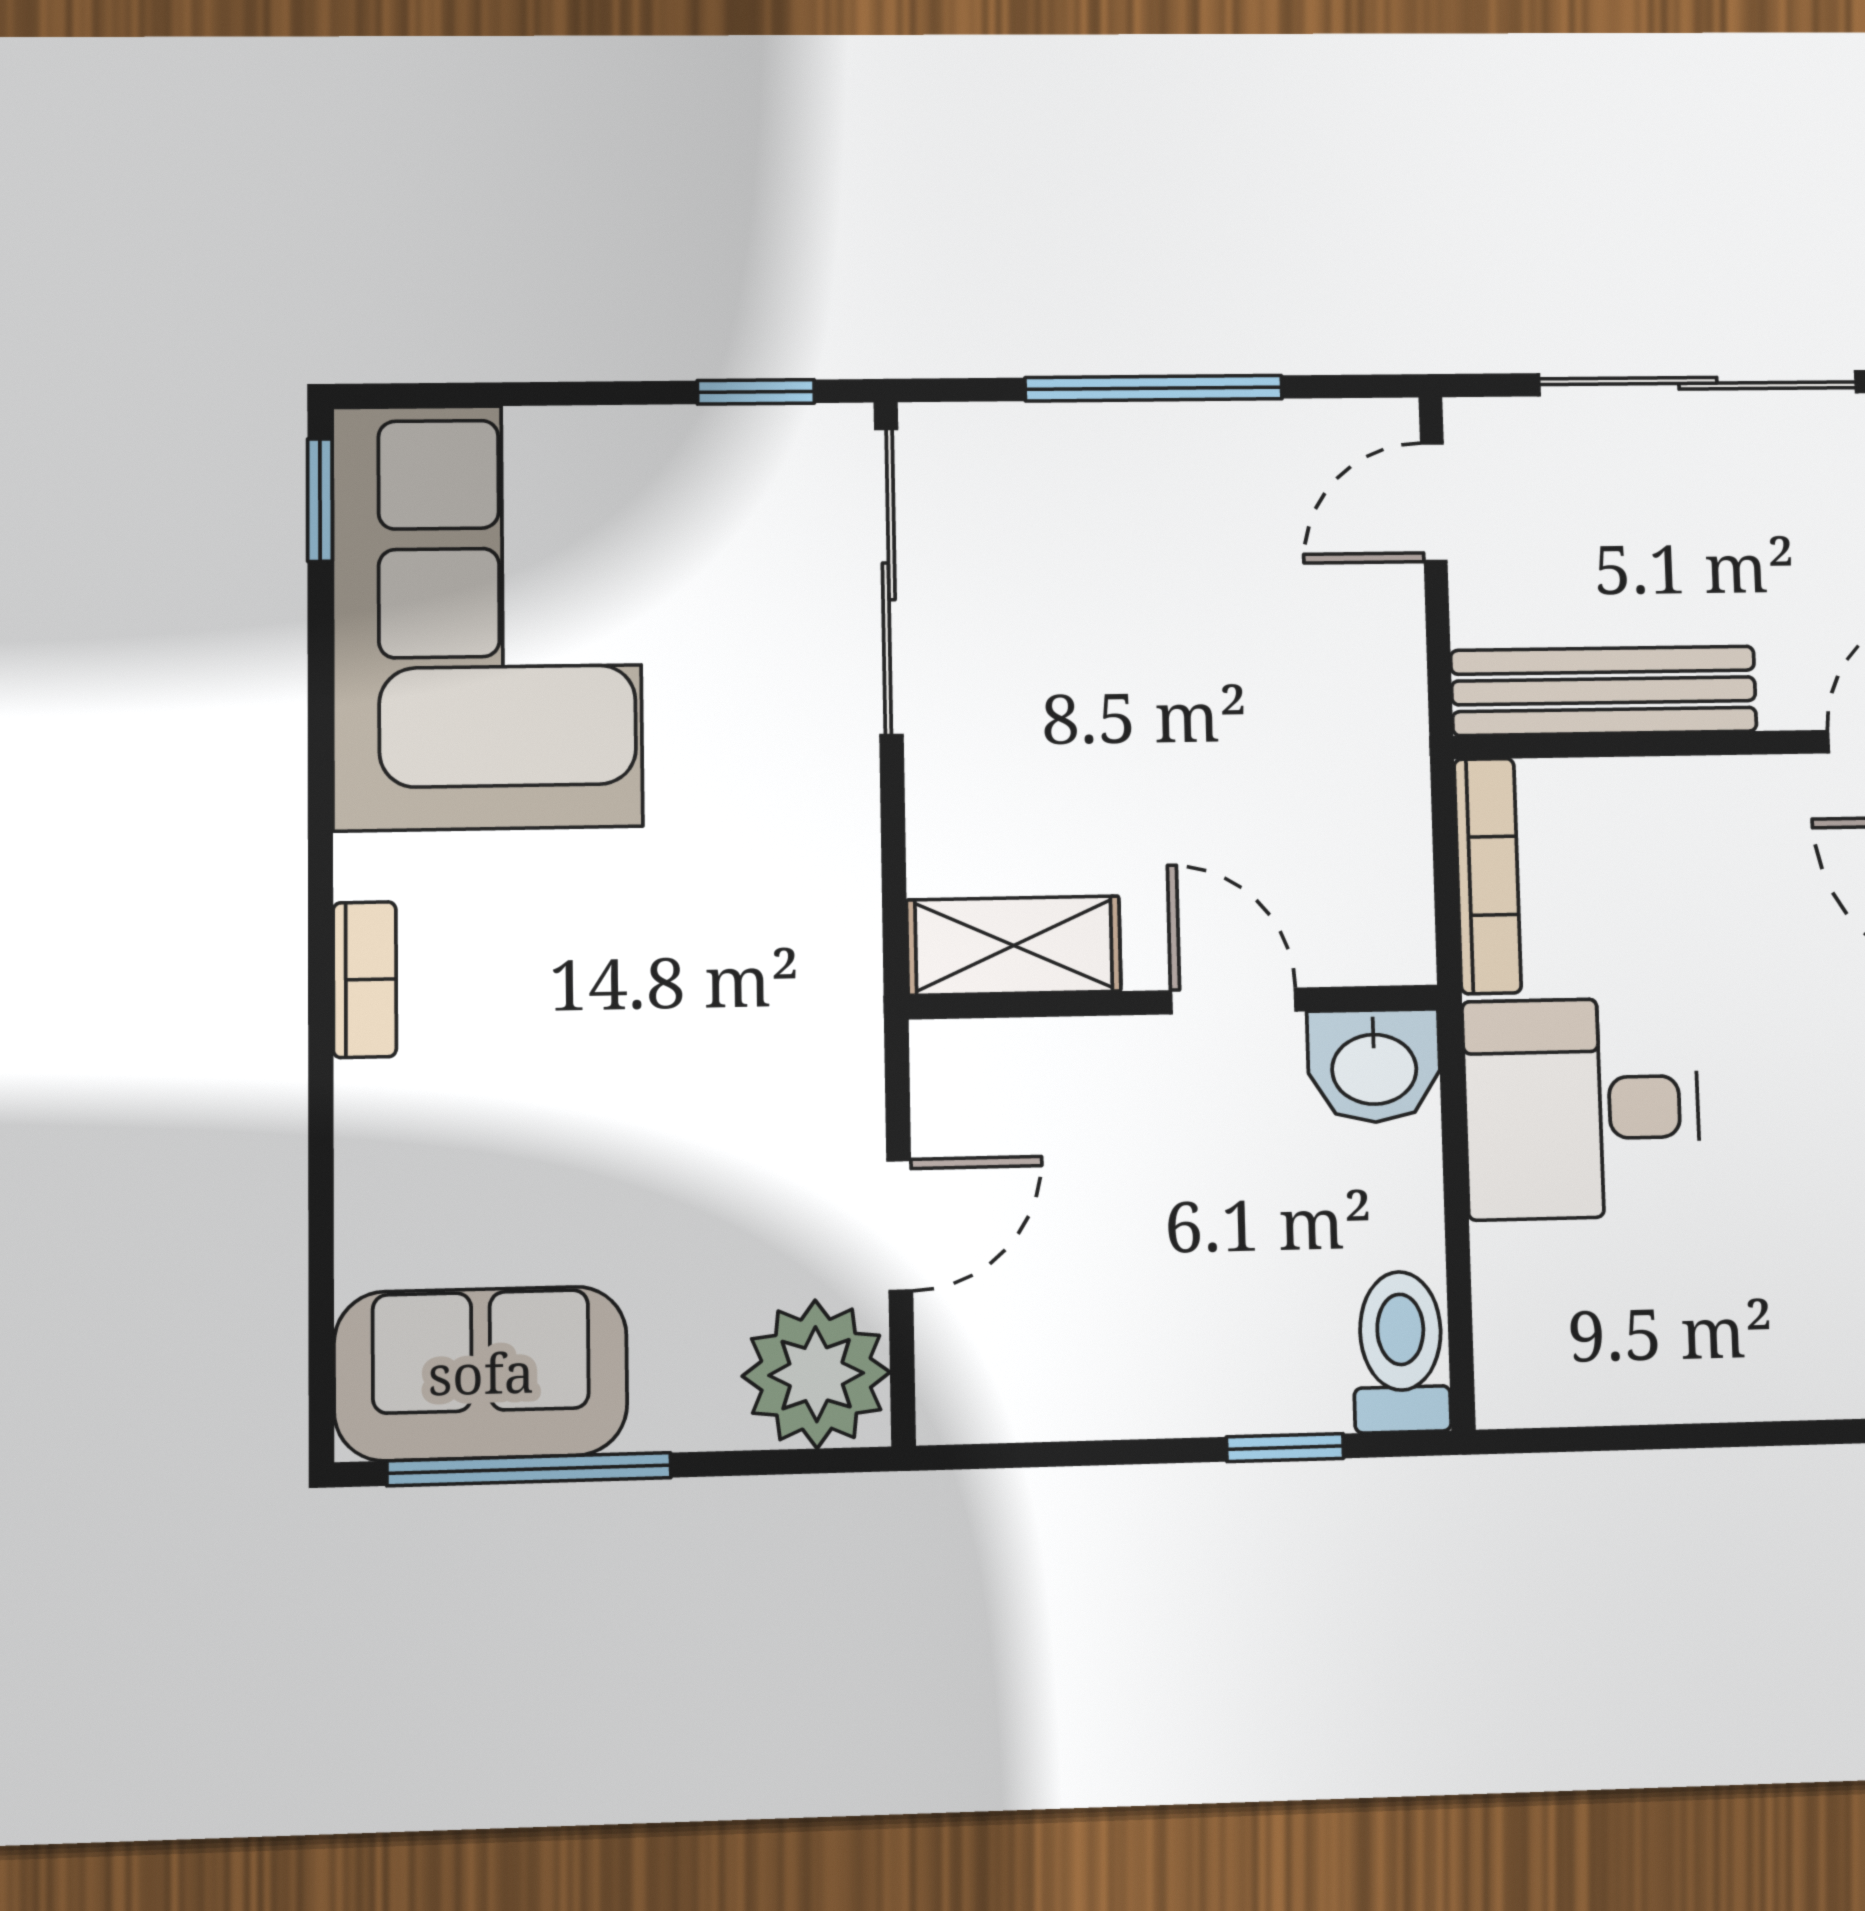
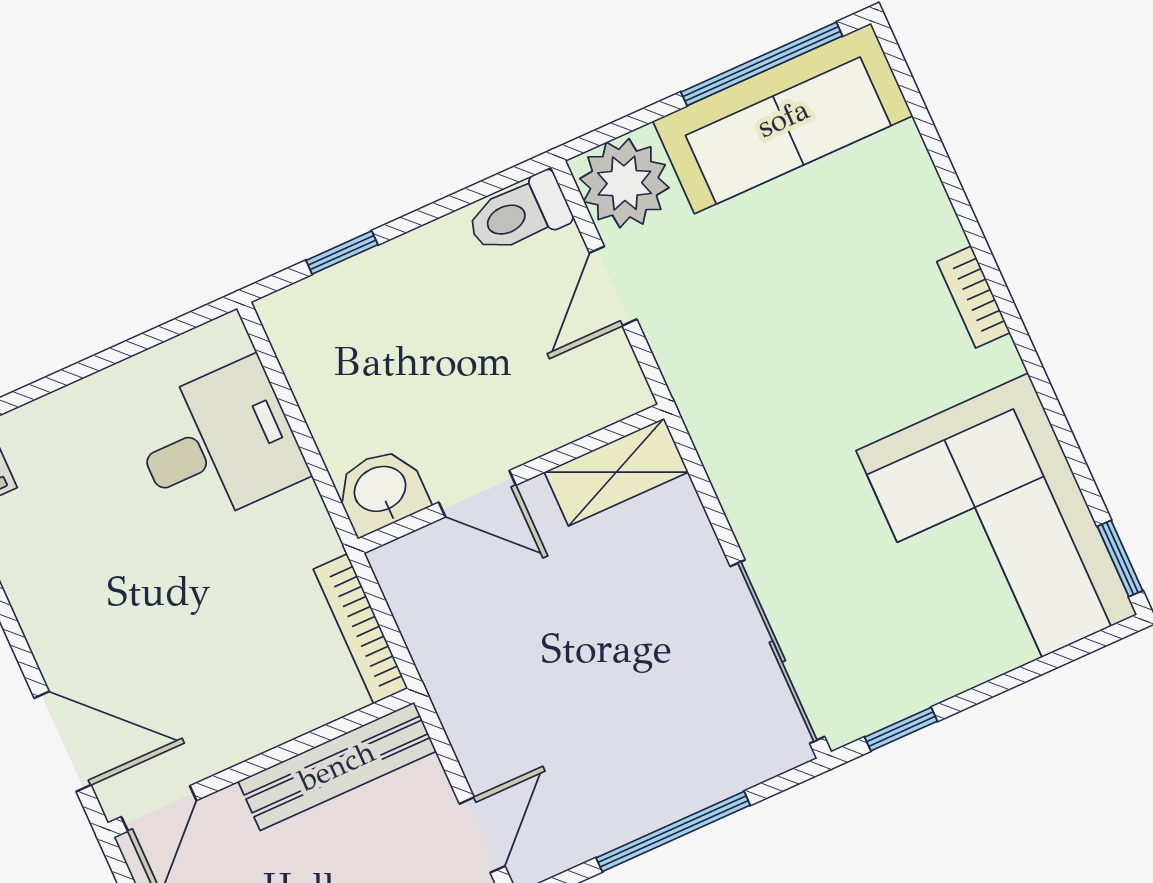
desk: (1582, 1108) -> (218, 444), moved
toilet: (1401, 1352) -> (519, 214), moved, turned 90
sofa: (481, 1373) -> (783, 118), width x1.36

